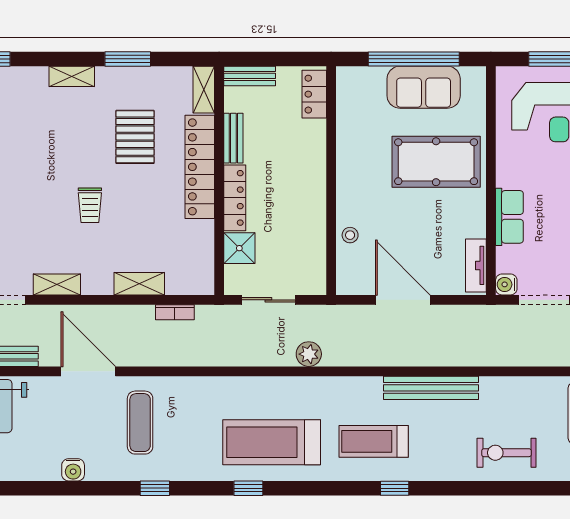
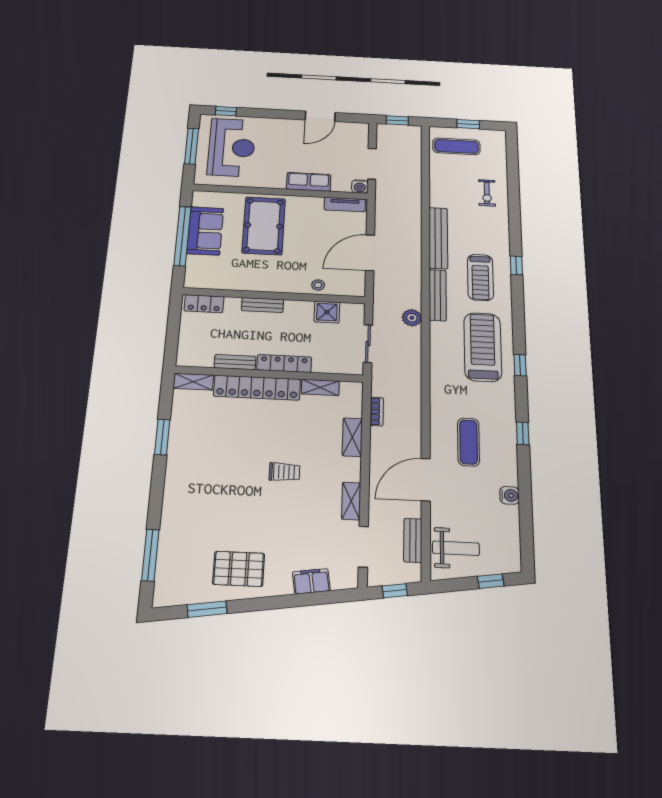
shelving: (72, 76) -> (320, 387), moved, turned 90
bench: (250, 76) -> (263, 305), moved, turned 90
pallet: (135, 137) -> (229, 435), removed
shower: (239, 248) -> (327, 312), moved
bench: (344, 387) -> (438, 295), added
exercise mat: (140, 423) -> (468, 442), turned 90
treadmill: (272, 442) -> (483, 347), turned 180
exercise bike: (506, 453) -> (487, 193), width x0.73, depth x0.72

